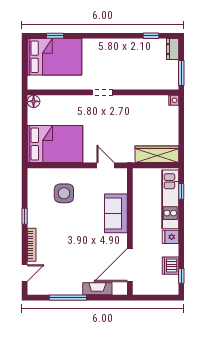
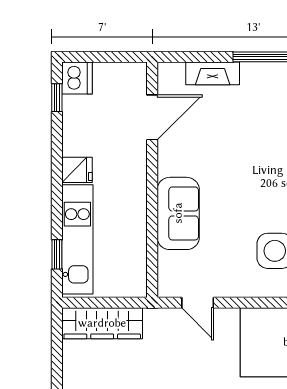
door: (130, 265) -> (152, 117), width x0.73
dishwasher: (170, 266) -> (77, 78), moved

